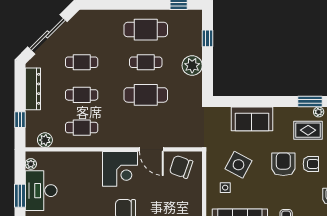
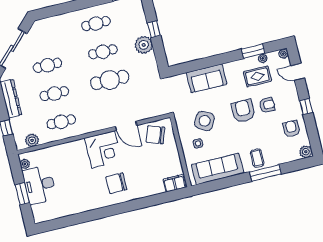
cafe table: (146, 30) -> (96, 24), width x0.73, depth x0.74
window: (207, 38) -> (154, 29), moved

